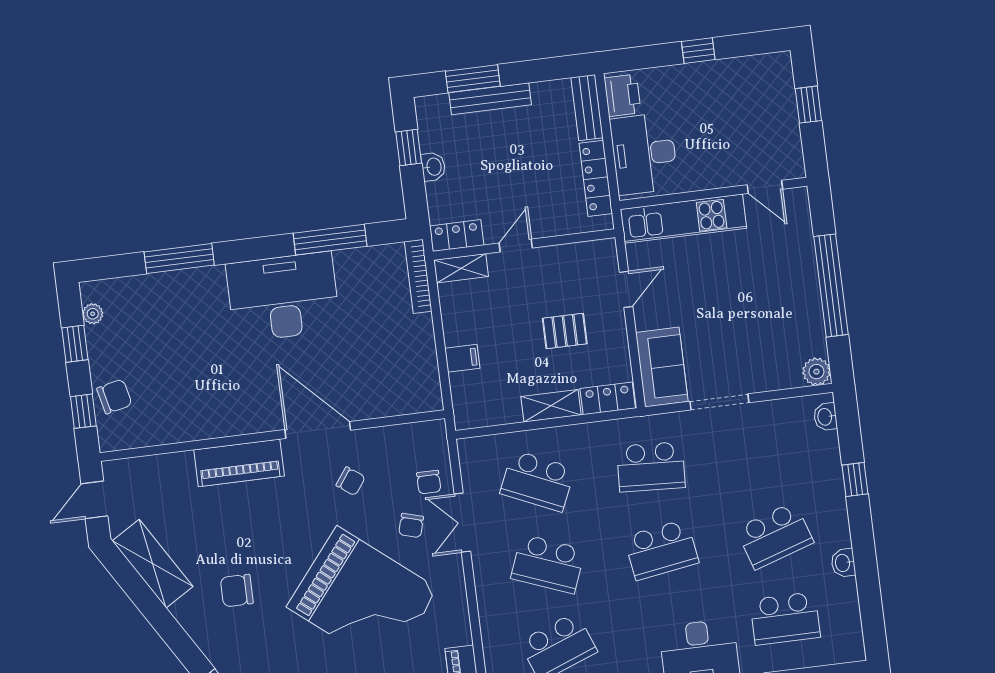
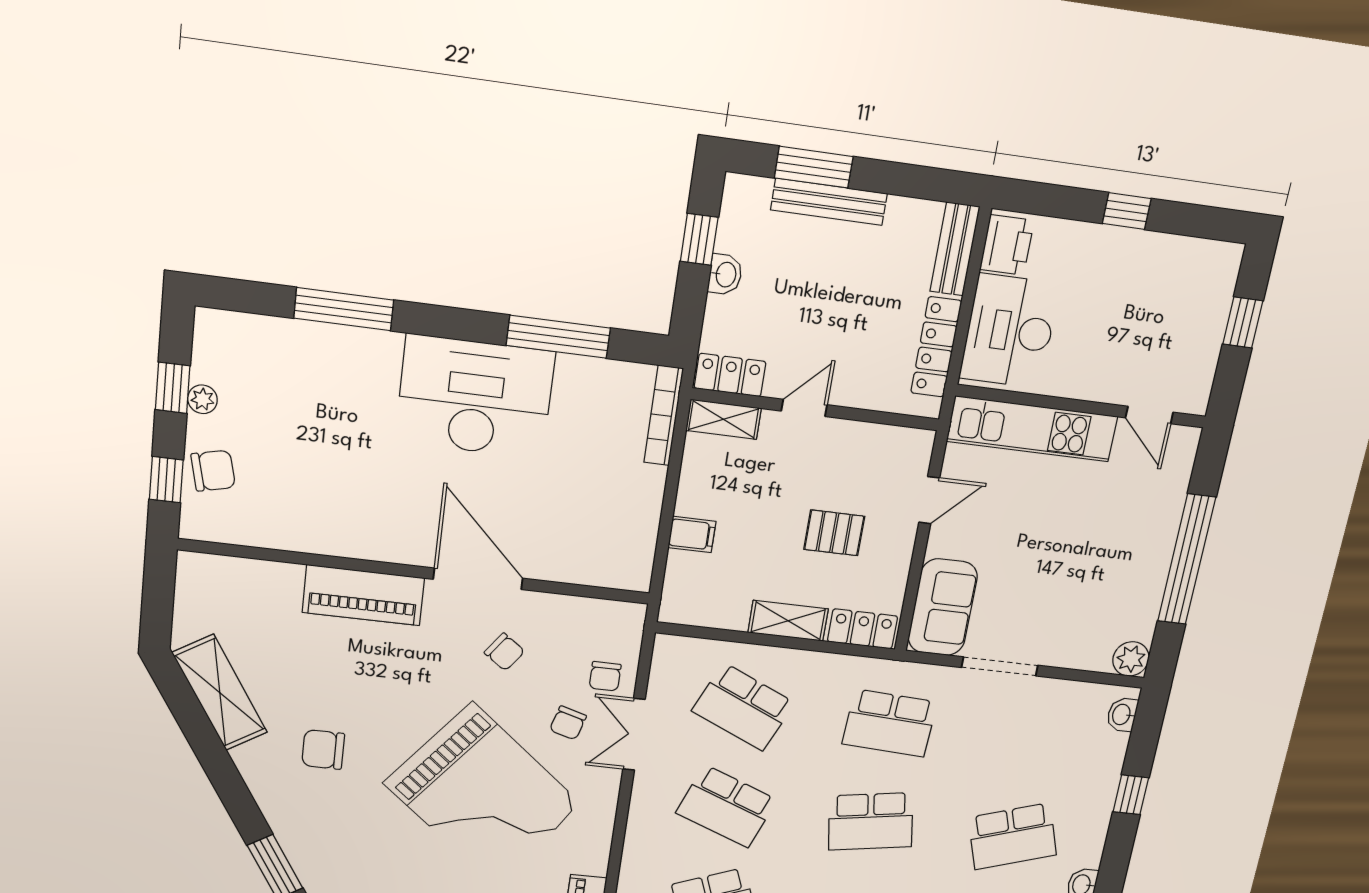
plant: (93, 314) -> (202, 399), moved
door: (94, 500) -> (158, 596), removed

